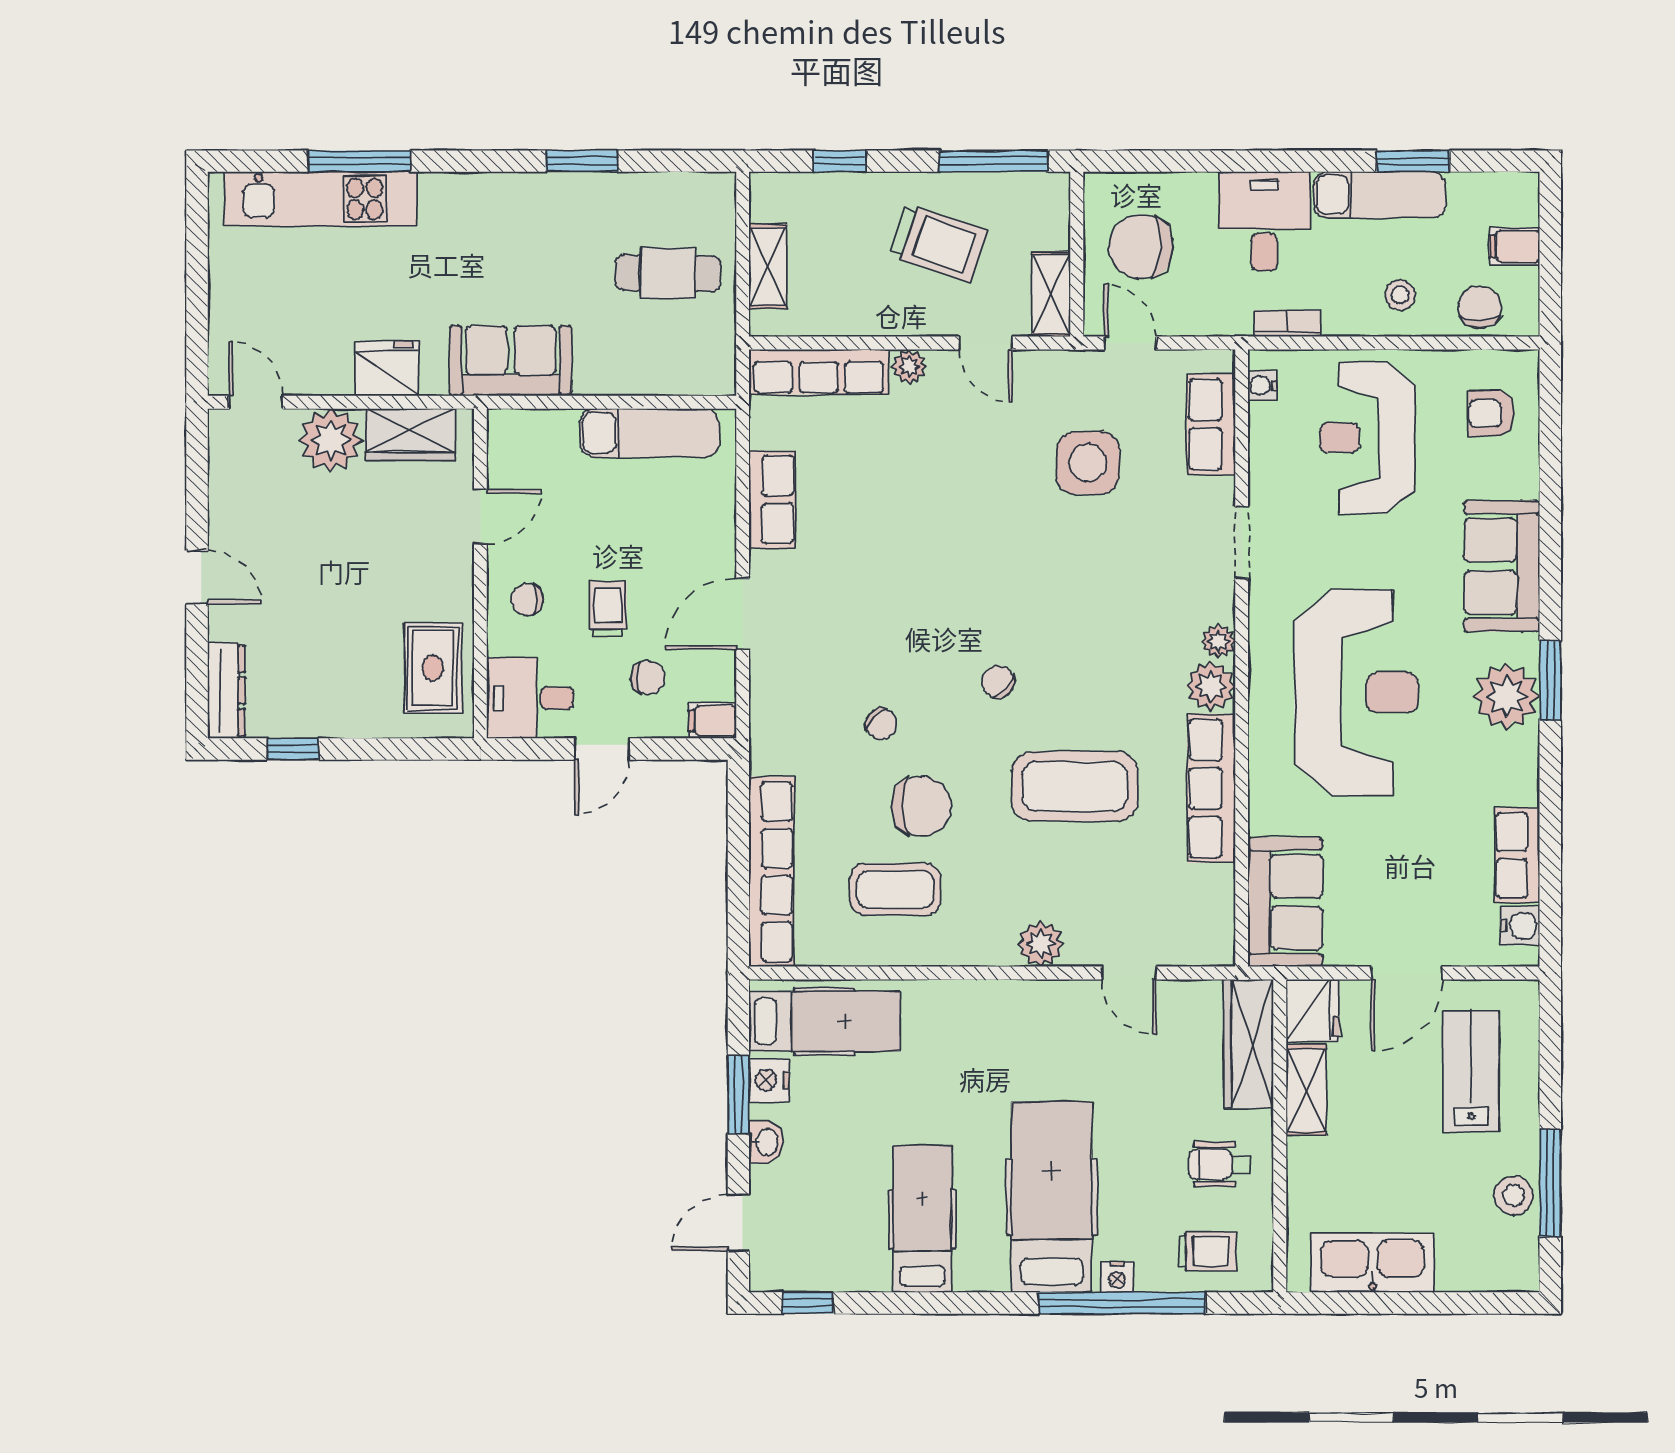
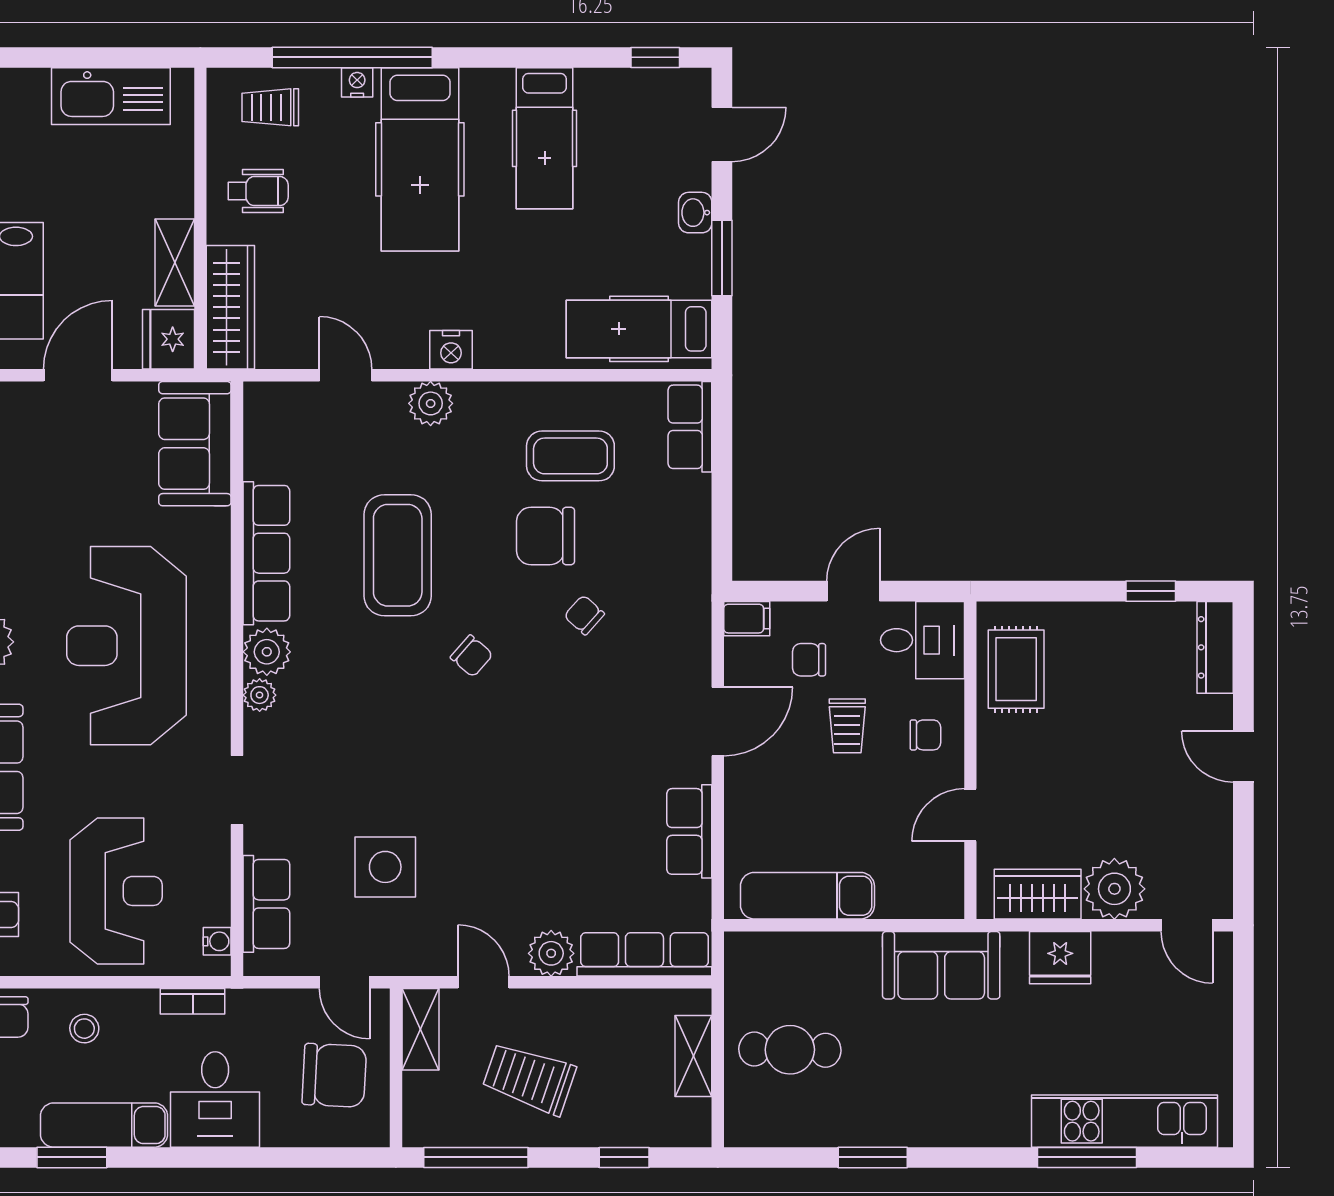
plant: (909, 367) -> (551, 953), width x1.38, depth x1.38
coffee table: (1075, 786) -> (398, 555), turned 90
row of seats: (771, 872) -> (690, 427), width x0.50
nightstand: (769, 1080) -> (451, 350), moved, turned 90

